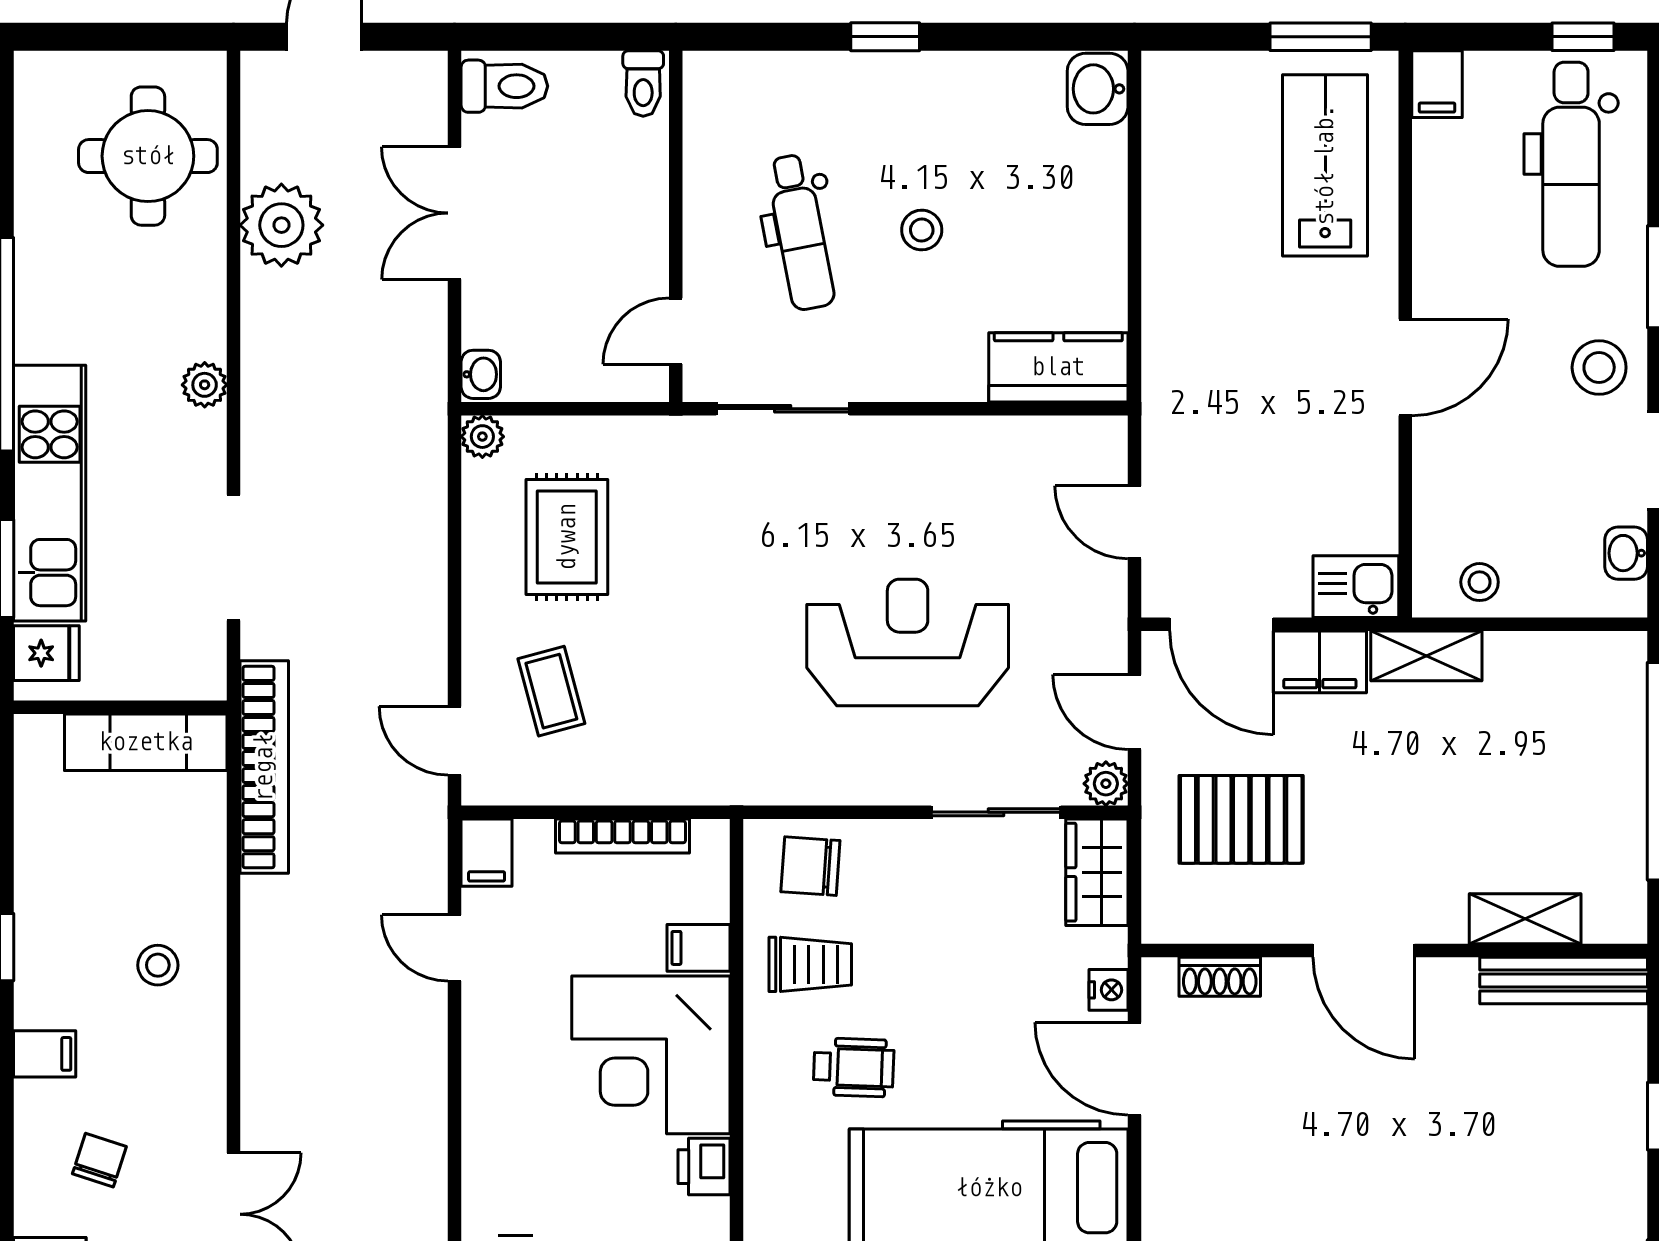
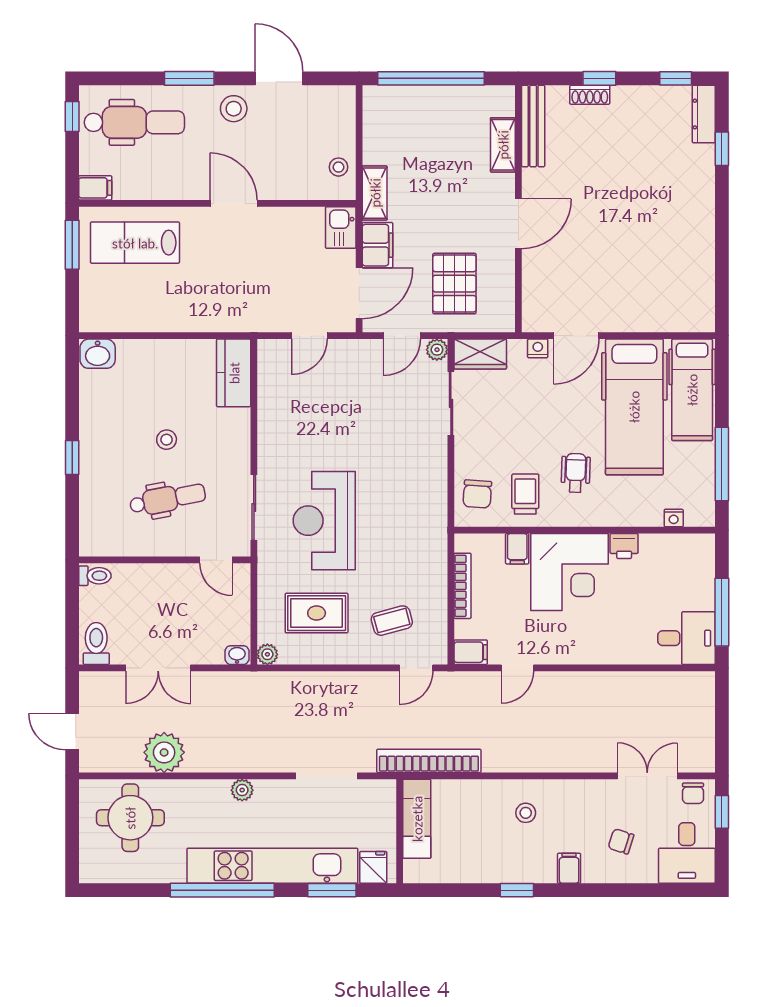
kitchen unit: (50, 493) -> (272, 866), width x1.36
washbasin: (1626, 553) -> (324, 95), removed
reception desk: (908, 642) -> (324, 521), moved
shoe rack: (1220, 977) -> (590, 95), moved, turned 90

